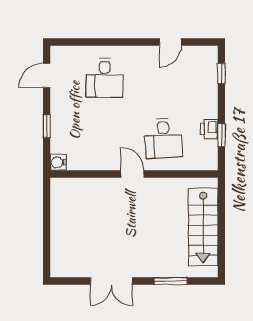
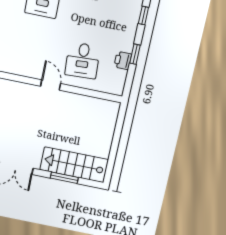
window: (221, 135) -> (135, 54), moved
stairs: (203, 227) -> (74, 165), moved, turned 90

